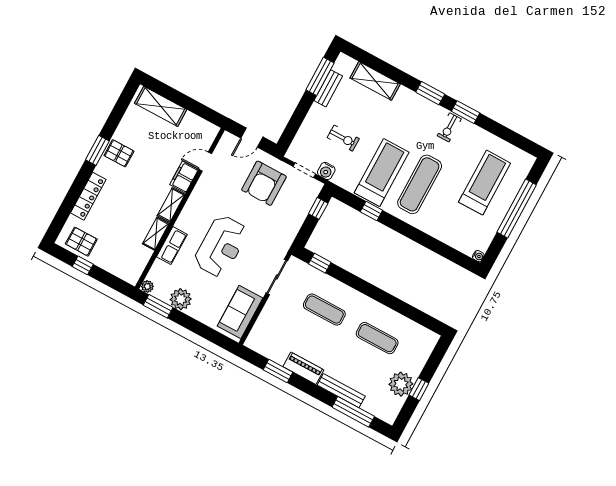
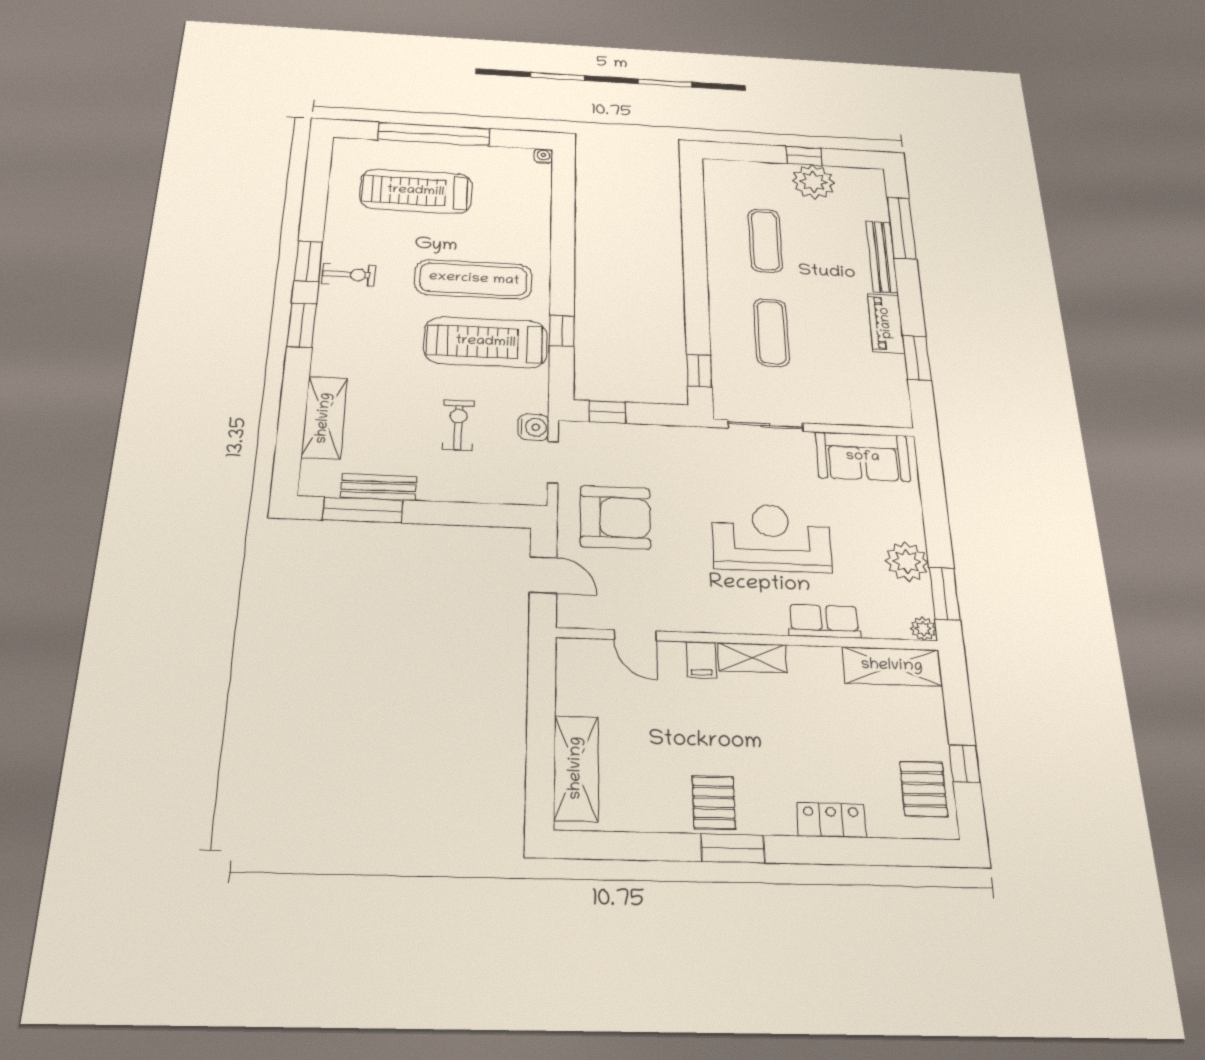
filing cabinet: (184, 177) -> (701, 660), width x0.50
locker: (88, 196) -> (831, 820), width x0.66
shelving: (156, 234) -> (892, 666), moved, width x1.50, depth x1.33

